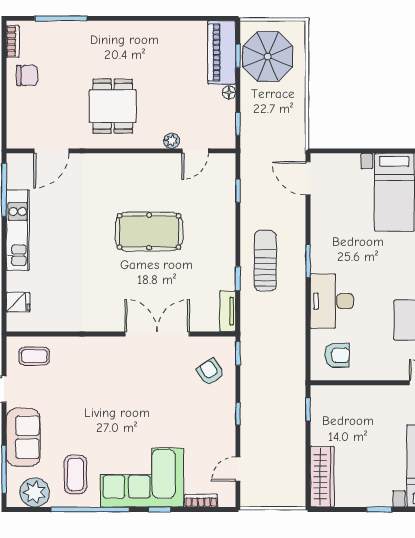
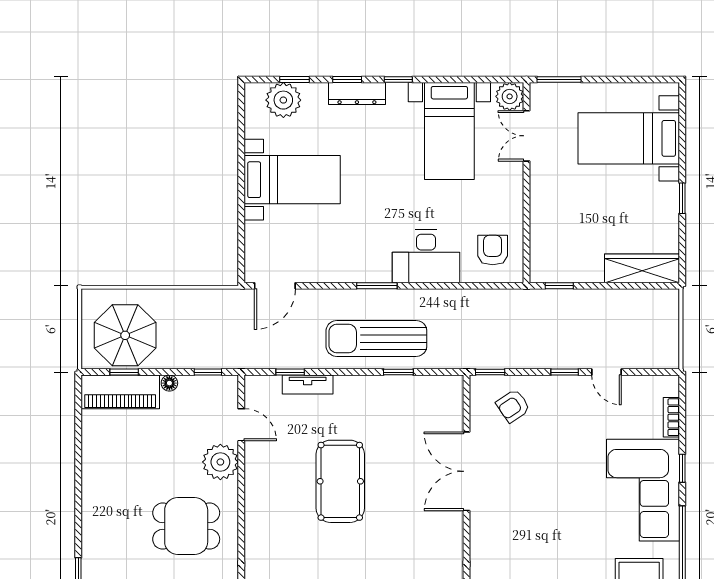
plant: (172, 141) -> (220, 462), width x1.88, depth x1.88
sun lounger: (265, 261) -> (376, 338), width x1.36, depth x1.34
tv unit: (228, 311) -> (308, 385), moved
door: (238, 469) -> (606, 372), moved

